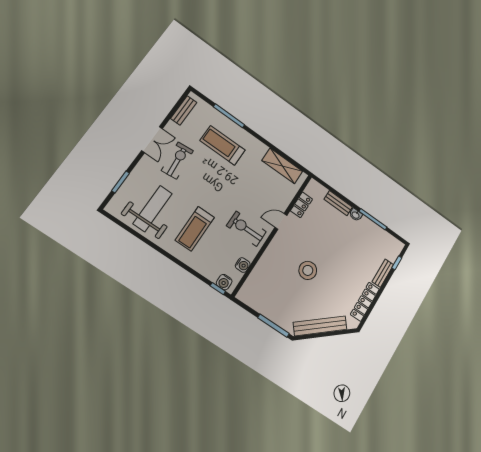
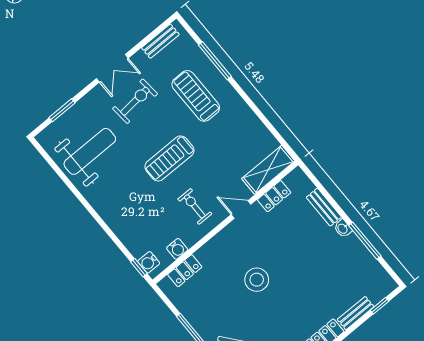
shelving: (282, 166) -> (268, 170), moved, turned 90
treadmill: (195, 229) -> (169, 158), moved
exercise bike: (246, 229) -> (195, 206), width x0.73, depth x0.72
locker: (253, 280) -> (185, 271), added

